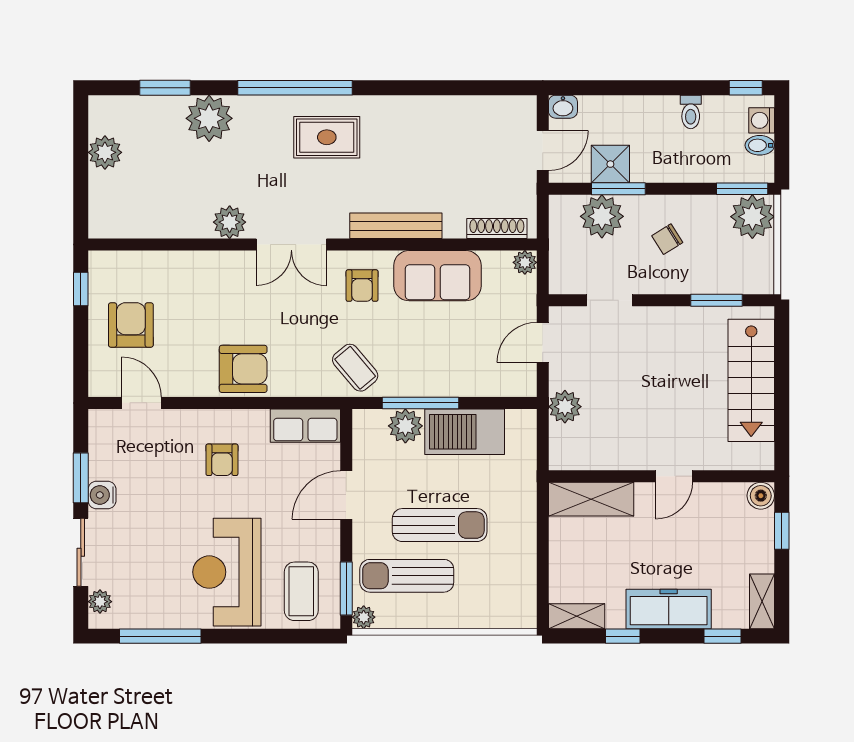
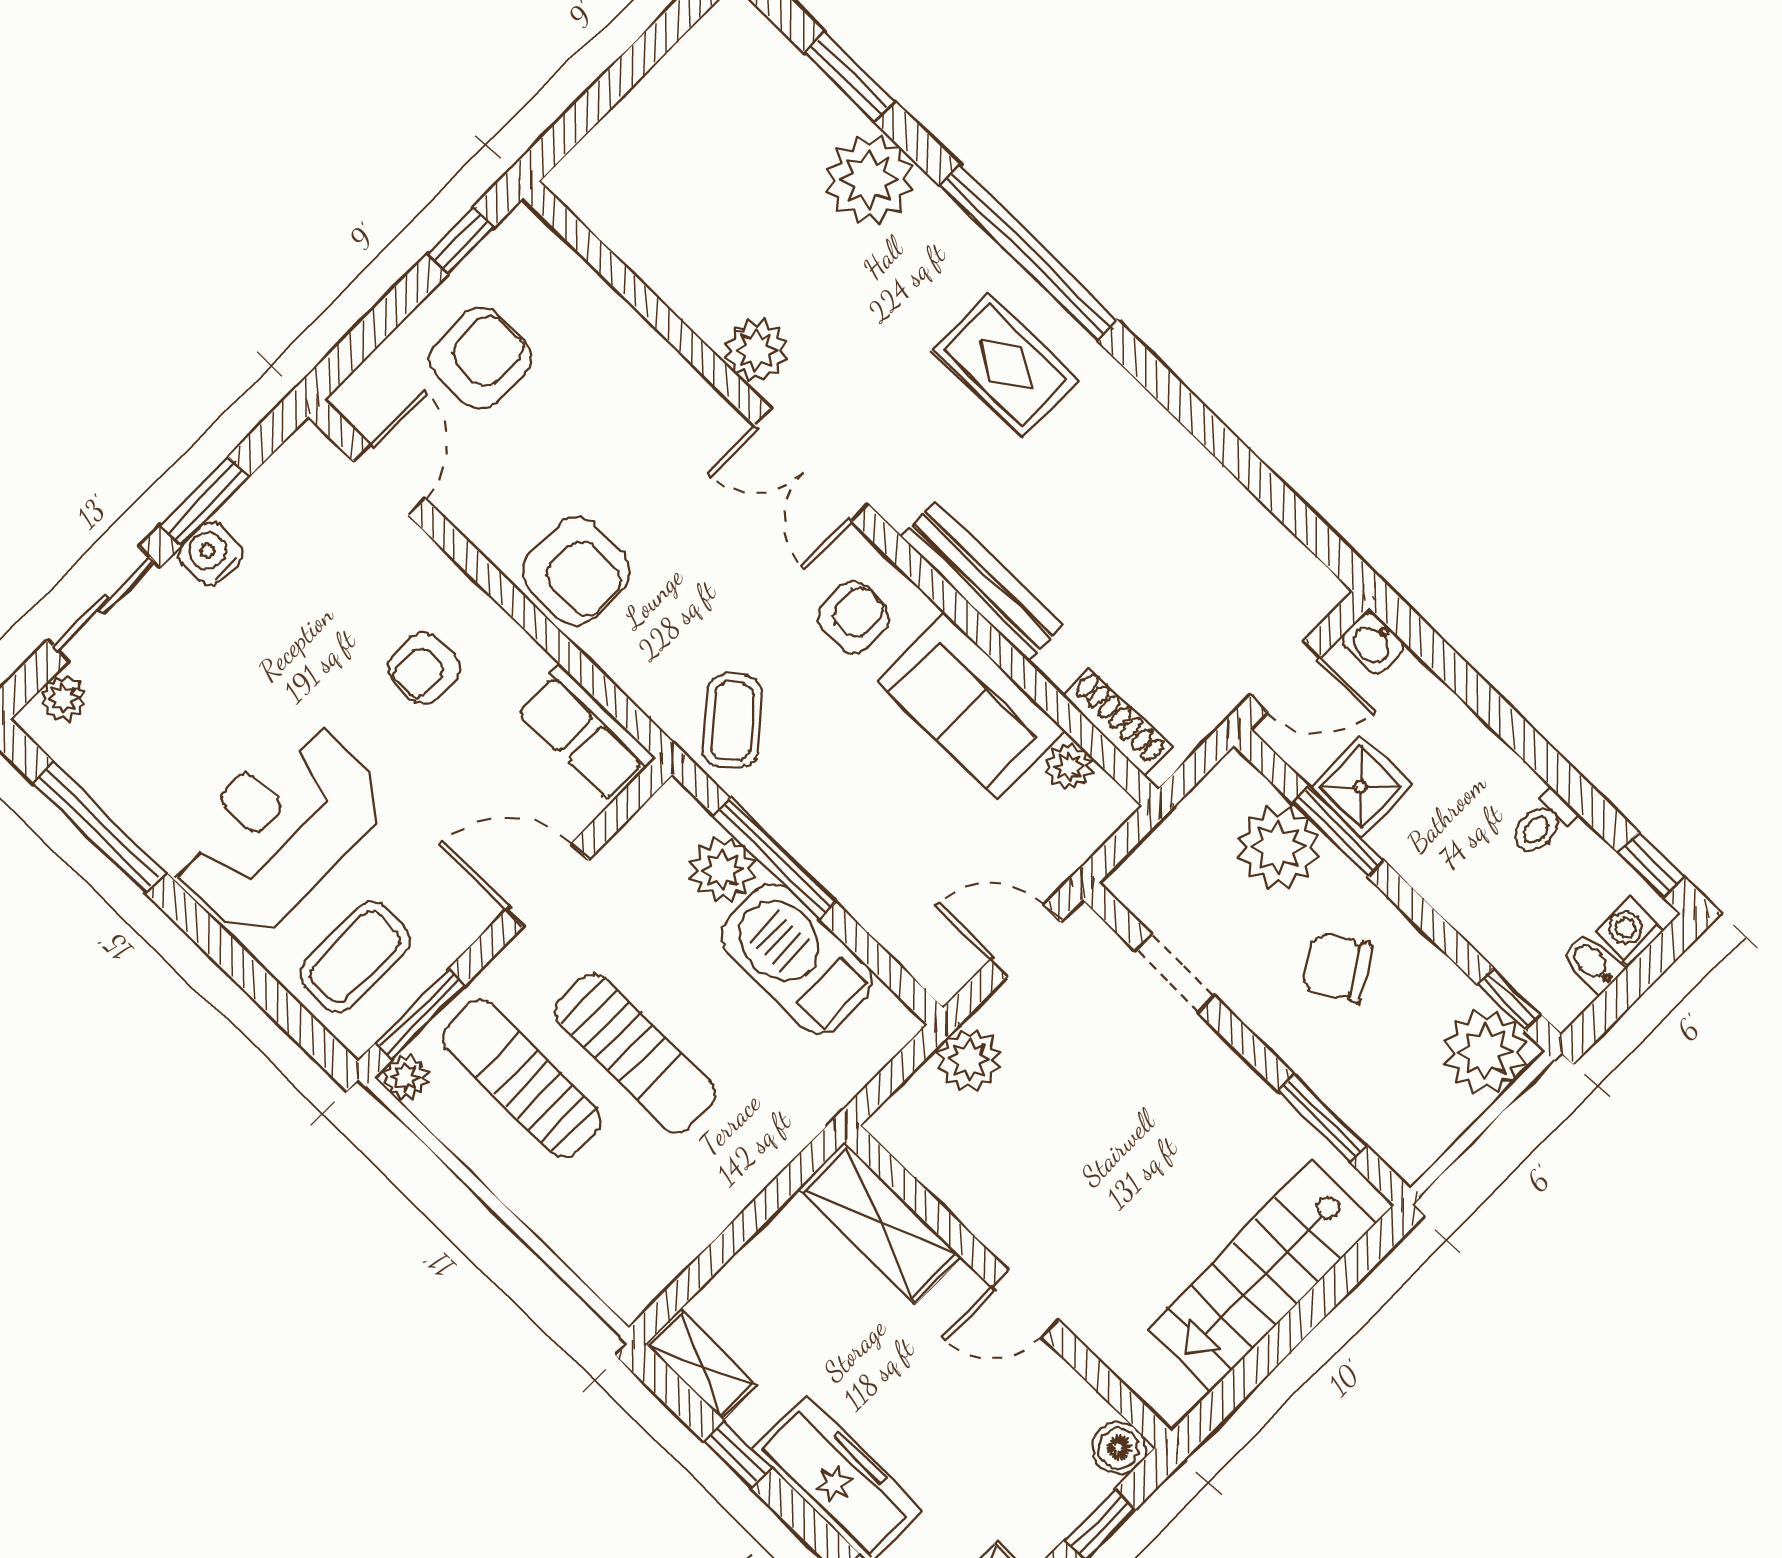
plant: (105, 152) -> (679, 85), removed
window: (742, 189) -> (1509, 999), width x0.67
chair: (667, 239) -> (1337, 967), width x1.37, depth x1.37
plant: (525, 262) -> (1069, 766), moved
armchair: (362, 286) -> (853, 617), turned 180

